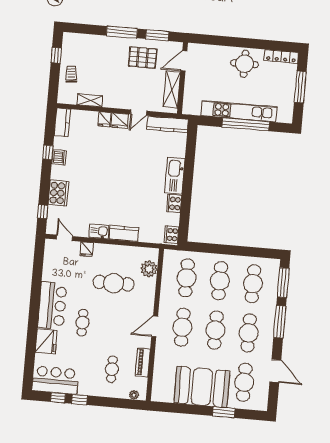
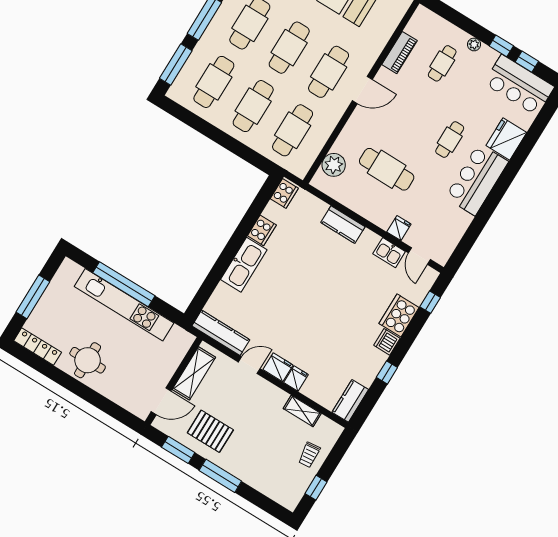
dishwasher: (59, 157) -> (387, 342), moved
kitchen sink: (99, 231) -> (389, 253), moved
plant: (134, 395) -> (474, 44), moved

